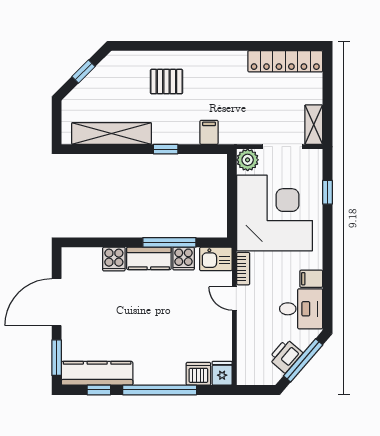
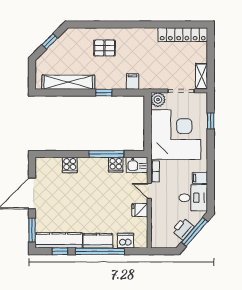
kitchen counter: (149, 258) -> (98, 241), moved, turned 180
fridge: (222, 373) -> (140, 210), moved, turned -90

